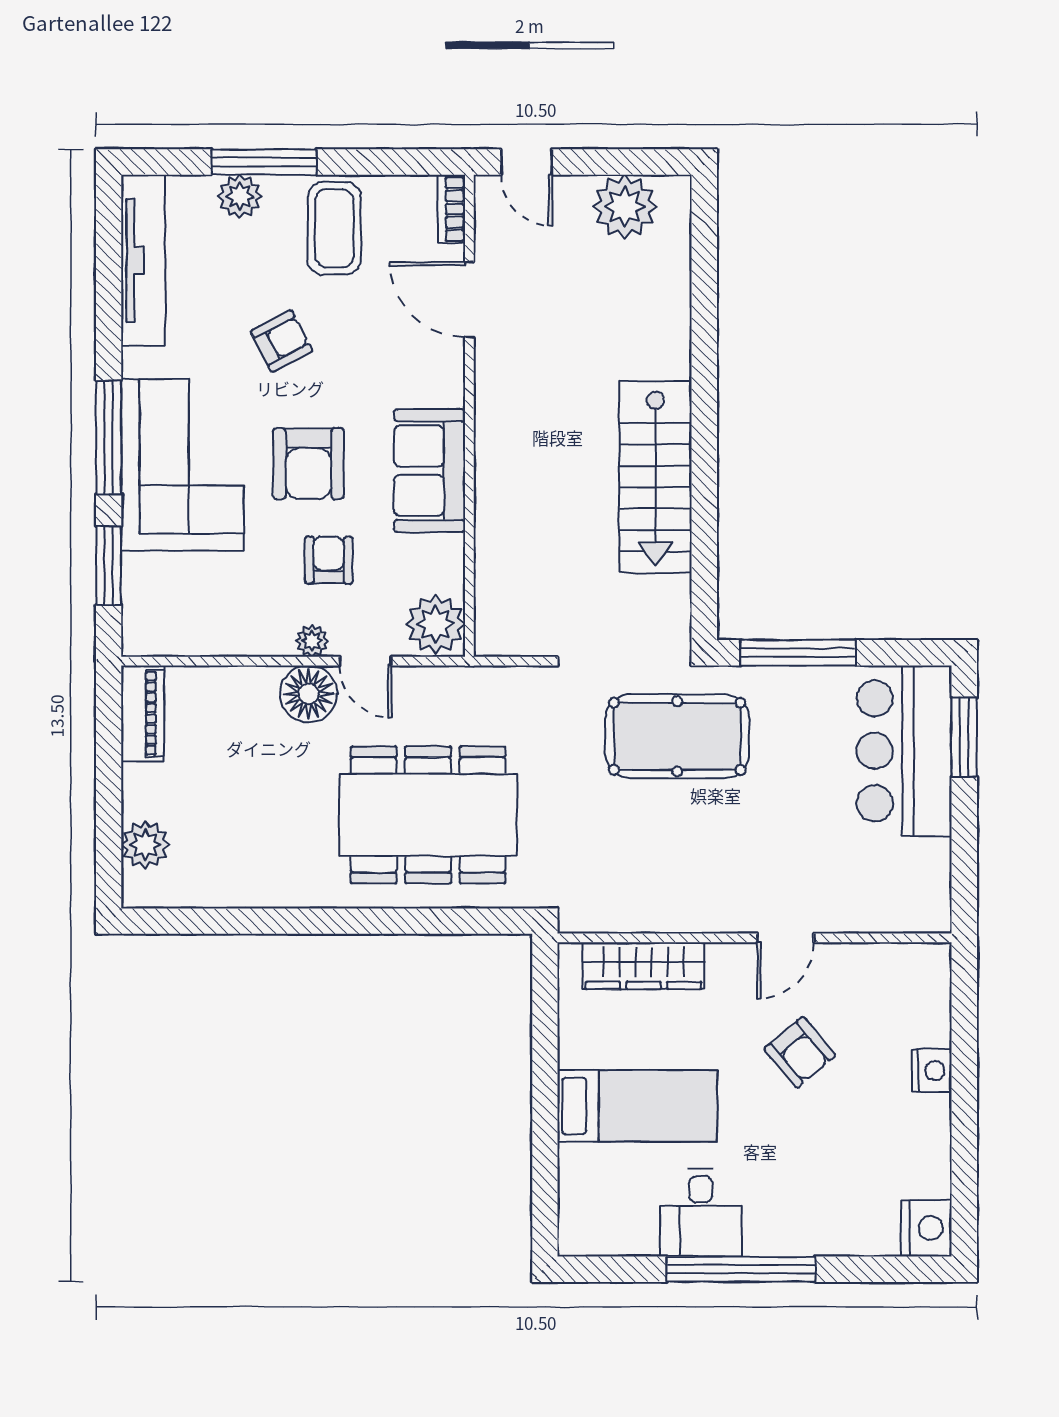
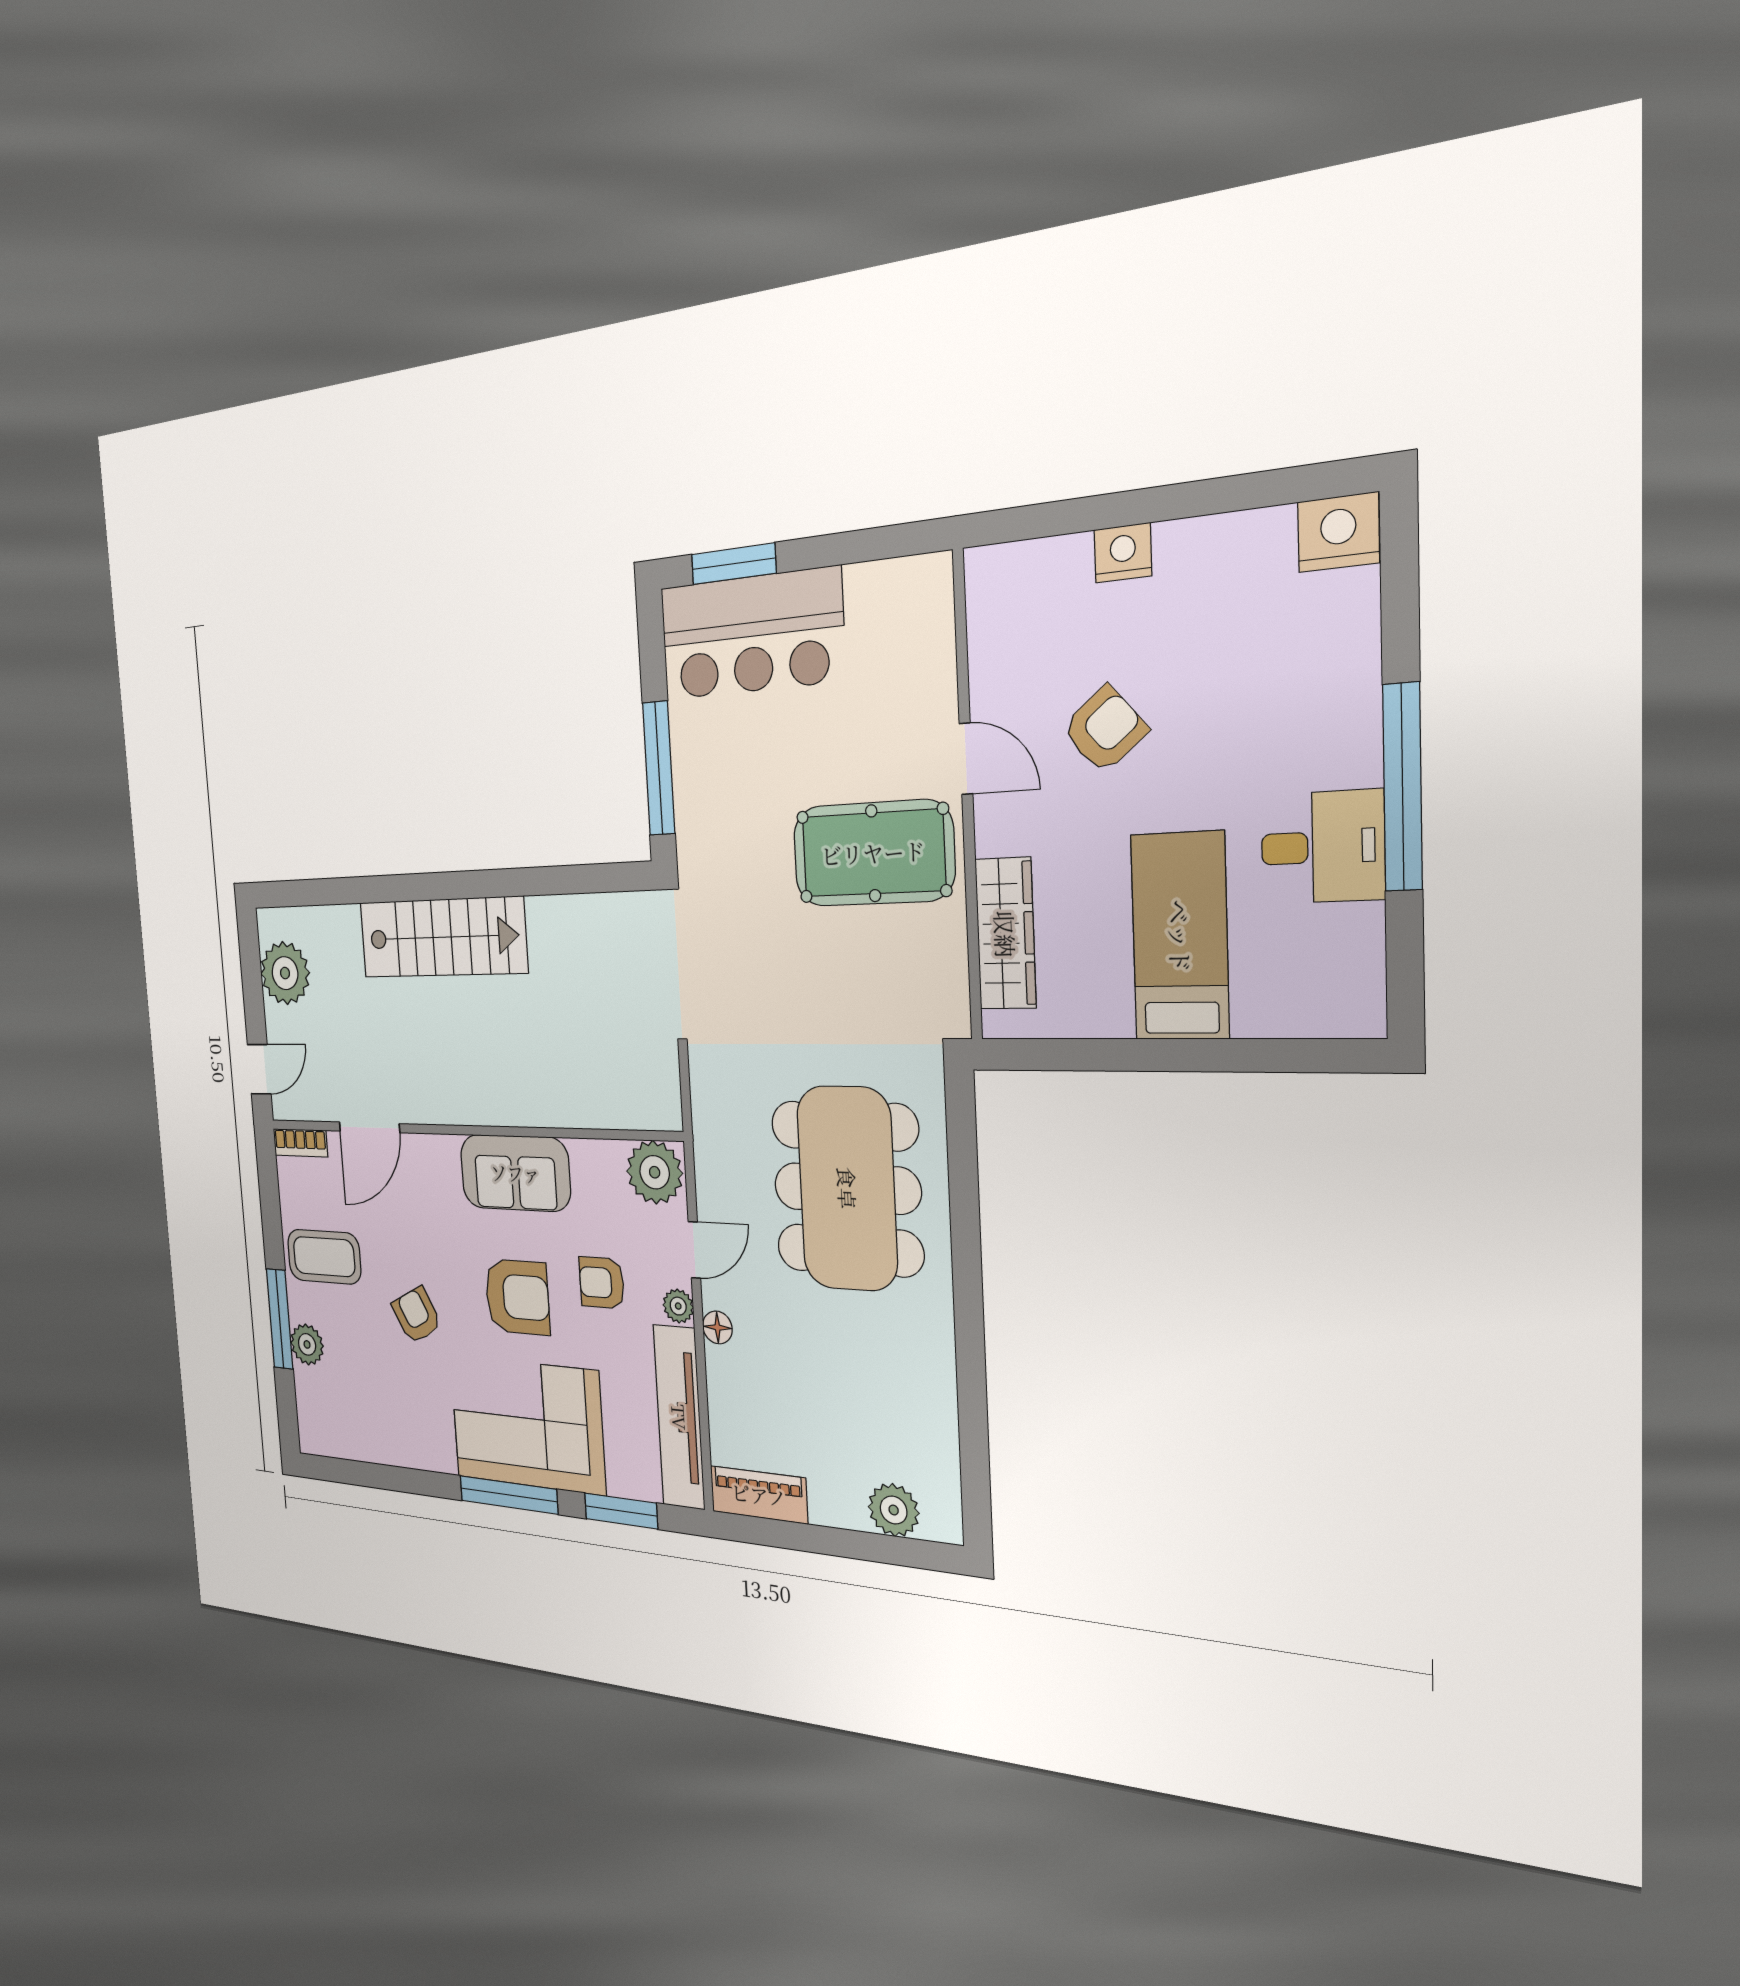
tv unit: (143, 260) -> (679, 1417), moved, turned -90
stairs: (655, 477) -> (442, 937), moved
floor lamp: (309, 694) -> (717, 1327), width x0.53, depth x0.53
pool table: (677, 736) -> (873, 853), moved, turned 90

